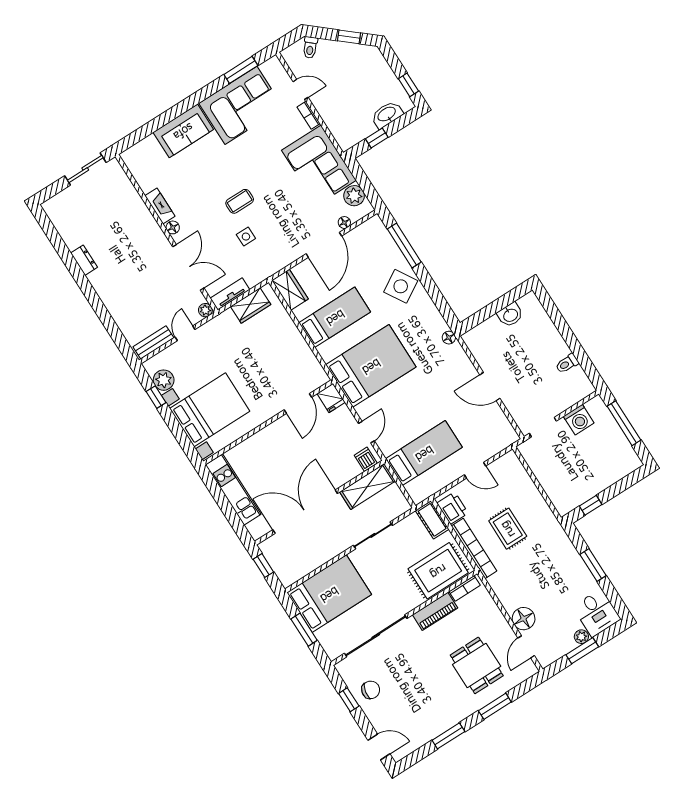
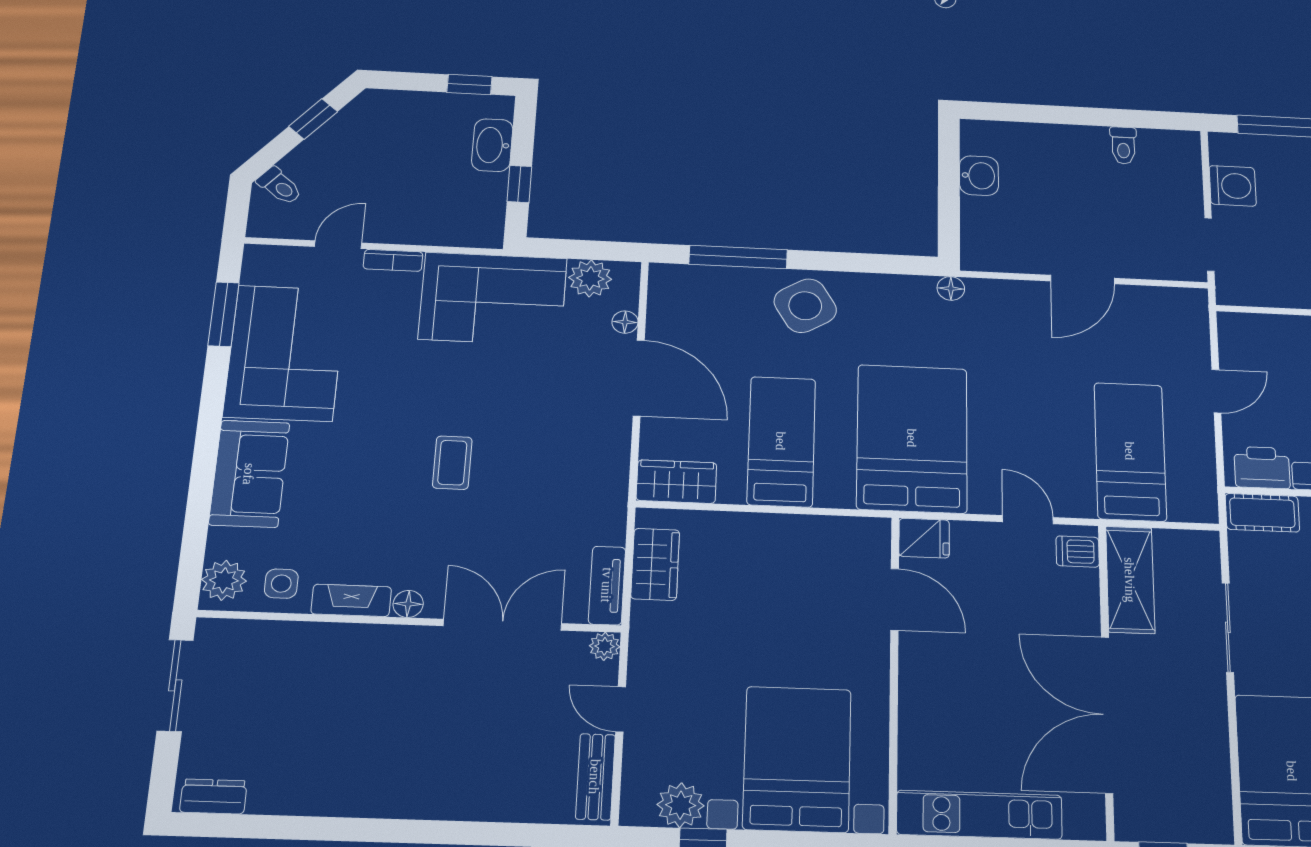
plant: (136, 155) -> (224, 580), added
side table: (246, 237) -> (281, 584), moved
dresser: (84, 260) -> (213, 797), moved

